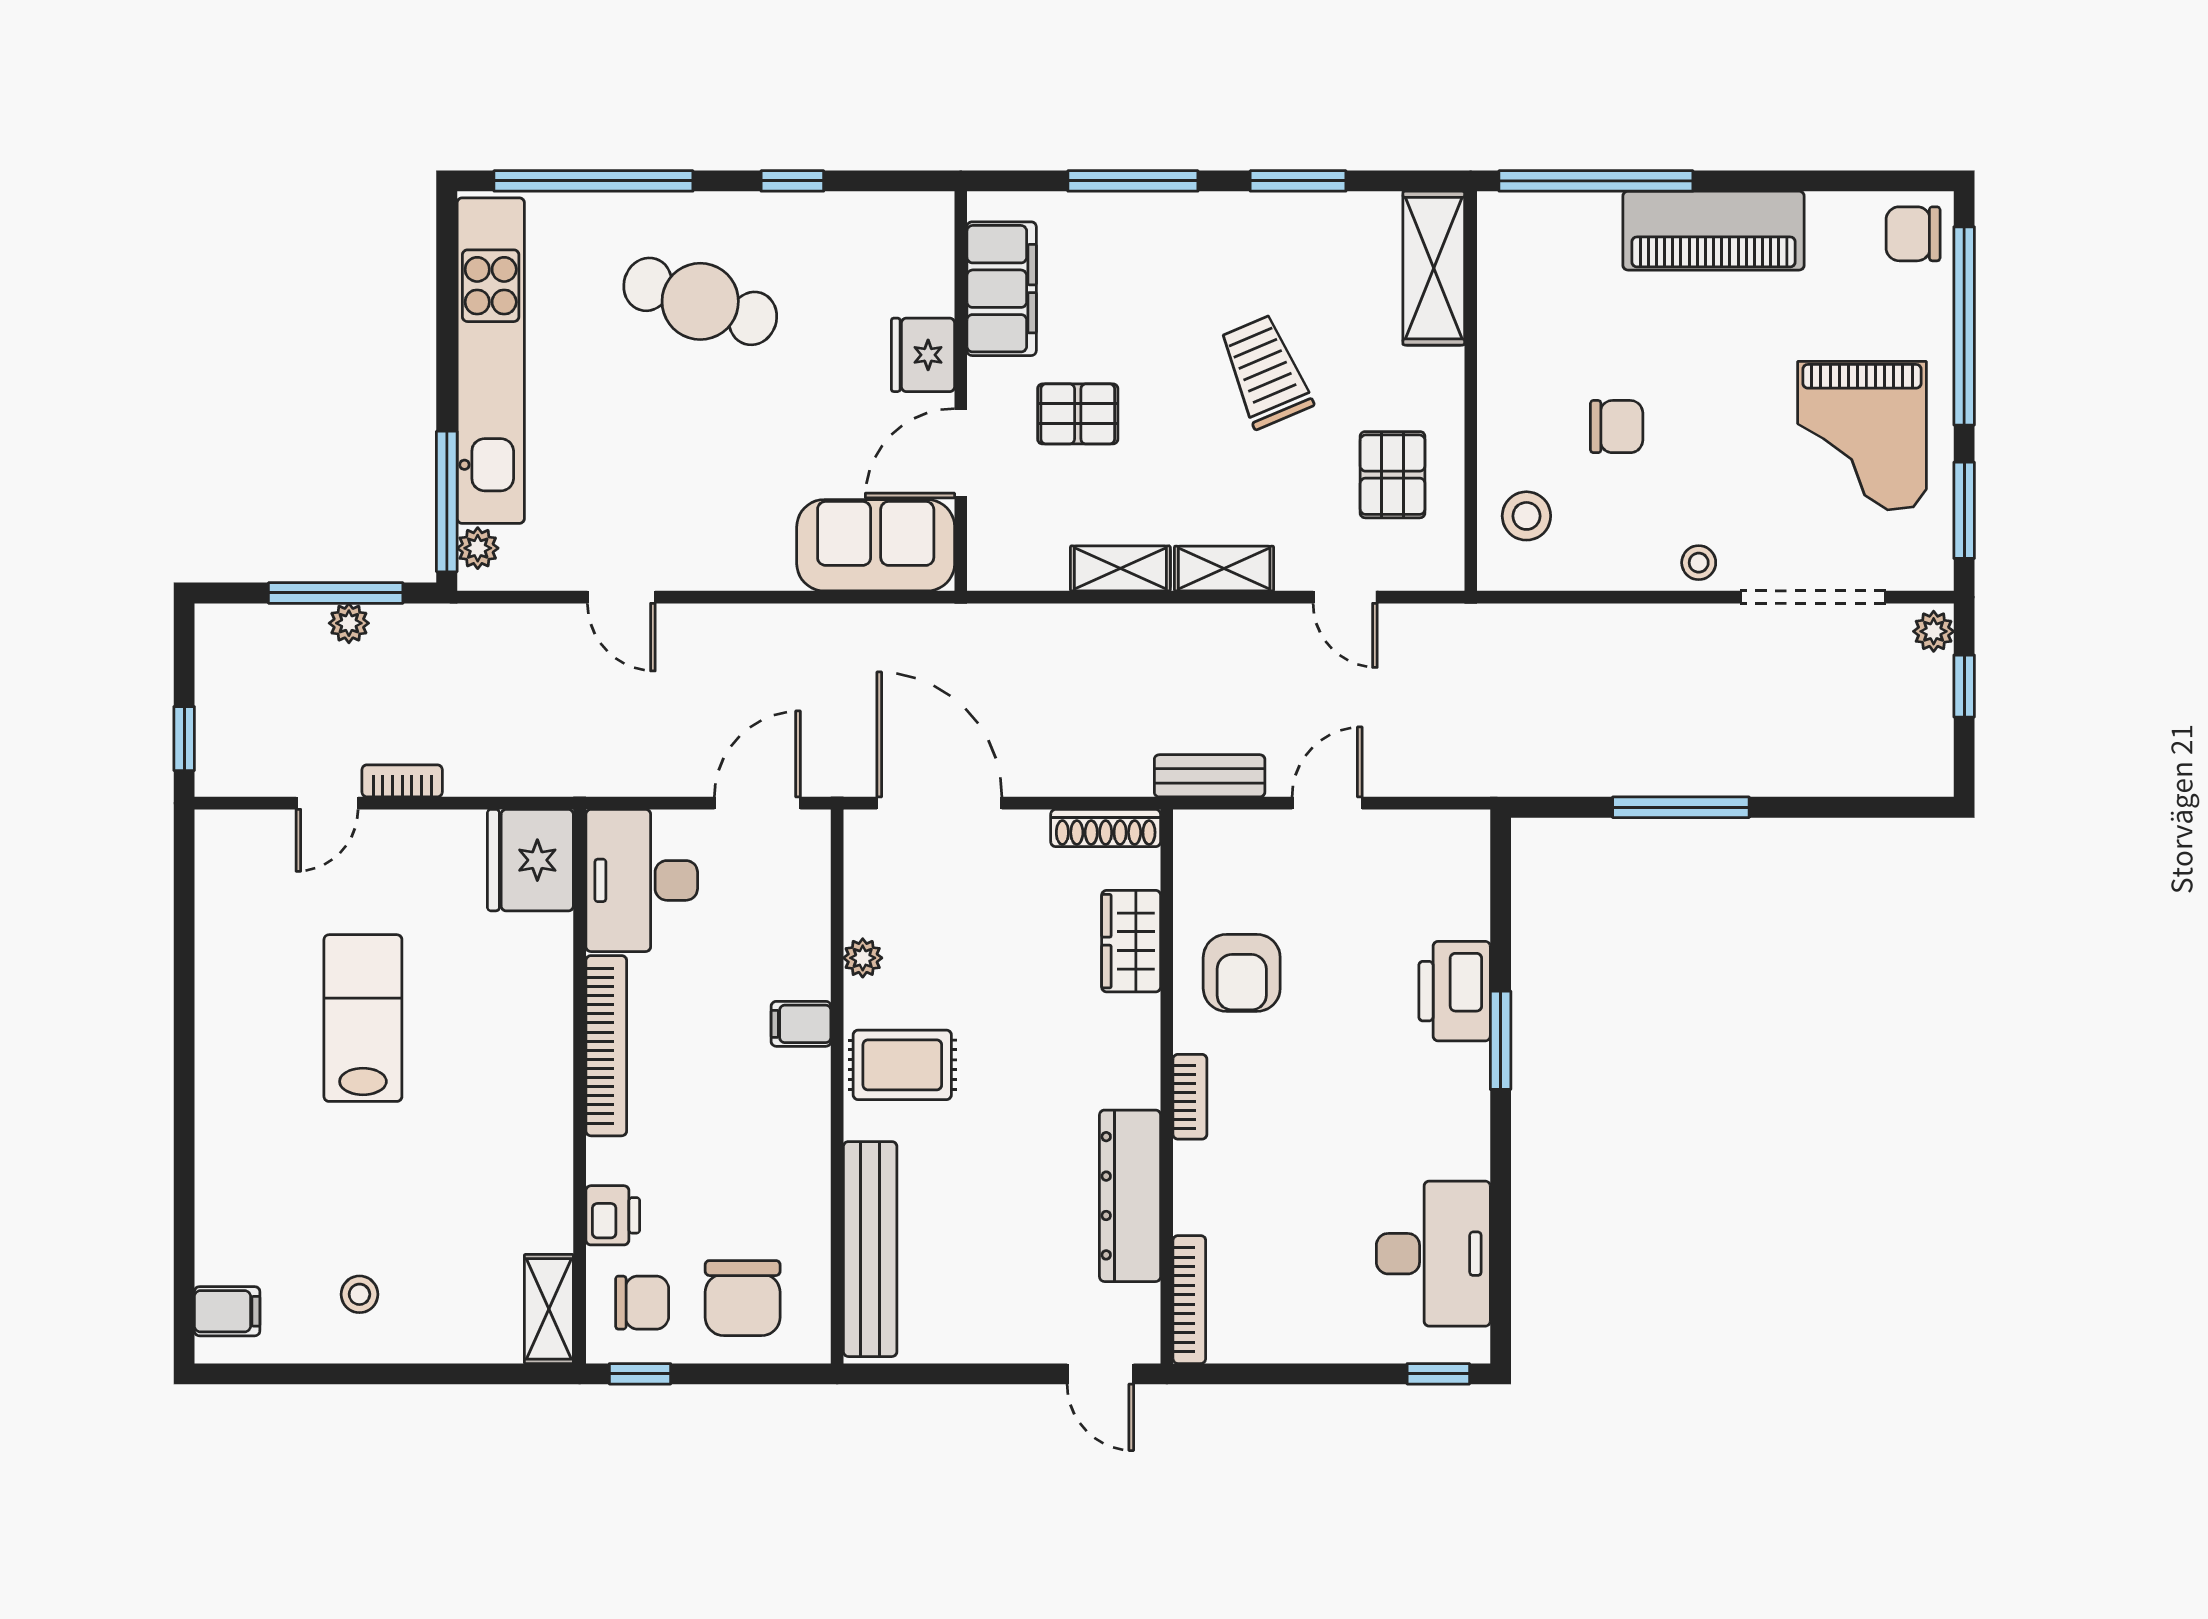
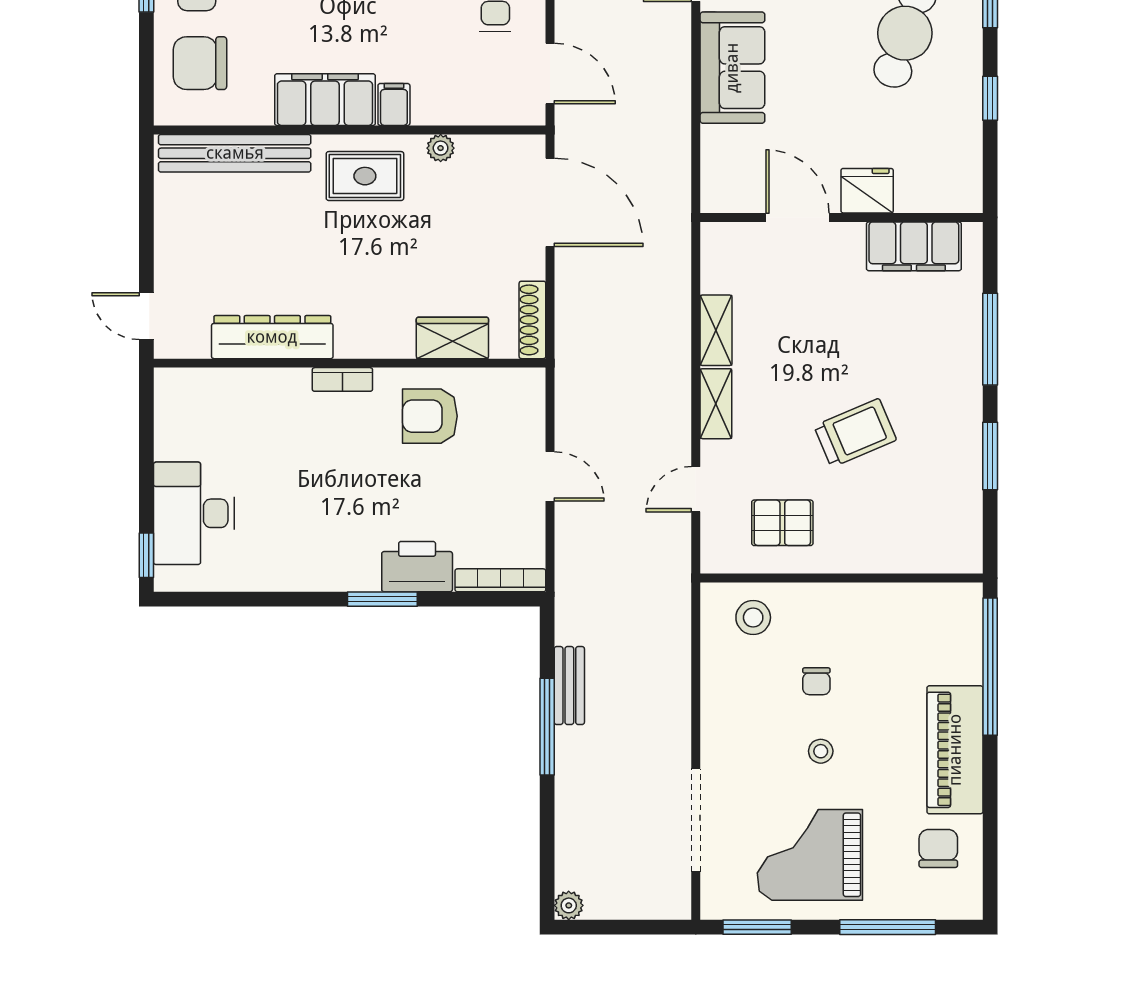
chair: (1913, 234) -> (938, 848), moved
shelving: (1434, 268) -> (928, 552), removed
window: (1964, 326) -> (888, 927), width x0.68
pallet: (1078, 414) -> (825, 300), removed
chair: (1617, 427) -> (816, 681), width x0.73, depth x0.73
sofa: (876, 545) -> (732, 68), moved
stool: (1699, 563) -> (821, 751), moved
plant: (1934, 631) -> (569, 905), moved
window: (1964, 686) -> (633, 927), removed
bench: (1210, 776) -> (569, 686), moved
door: (939, 803) -> (550, 202), hinge flipped
rug: (902, 1065) -> (365, 176), turned 90
filing cabinet: (794, 1121) -> (325, 100), added
desk: (1433, 1254) -> (194, 513), moved, turned 90
bookcase: (1189, 1300) -> (500, 580), moved, turned 180
door: (1100, 1374) -> (146, 316), hinge flipped

